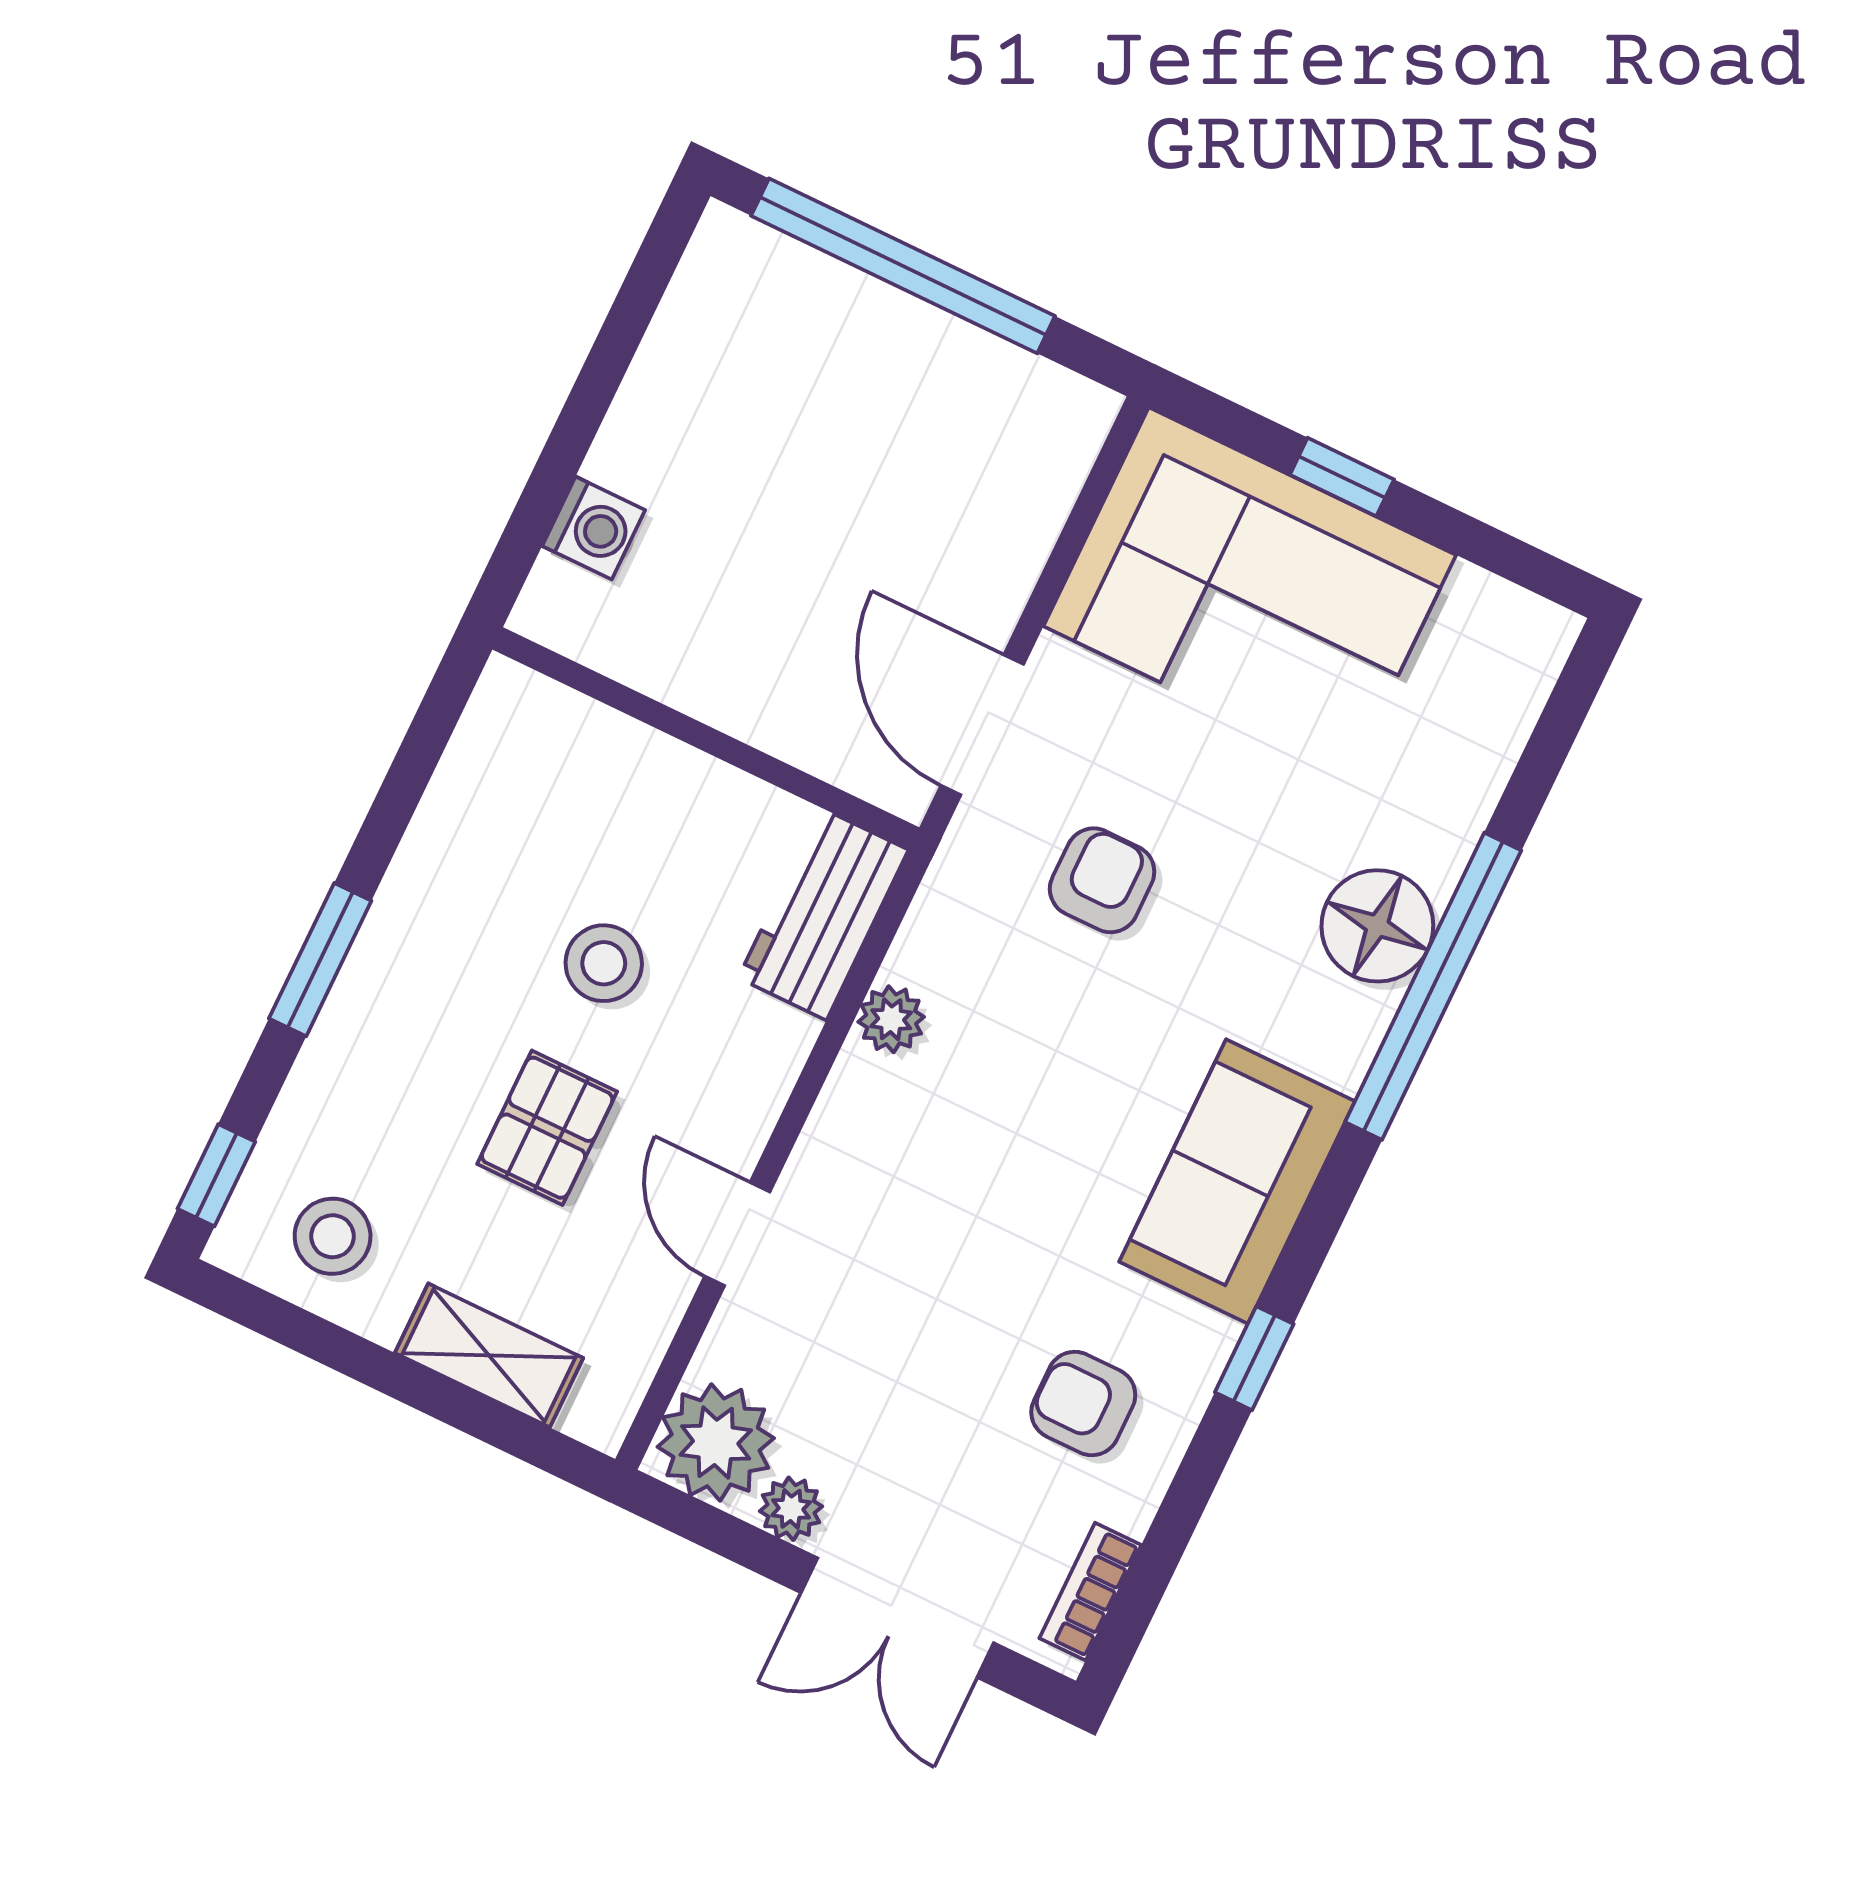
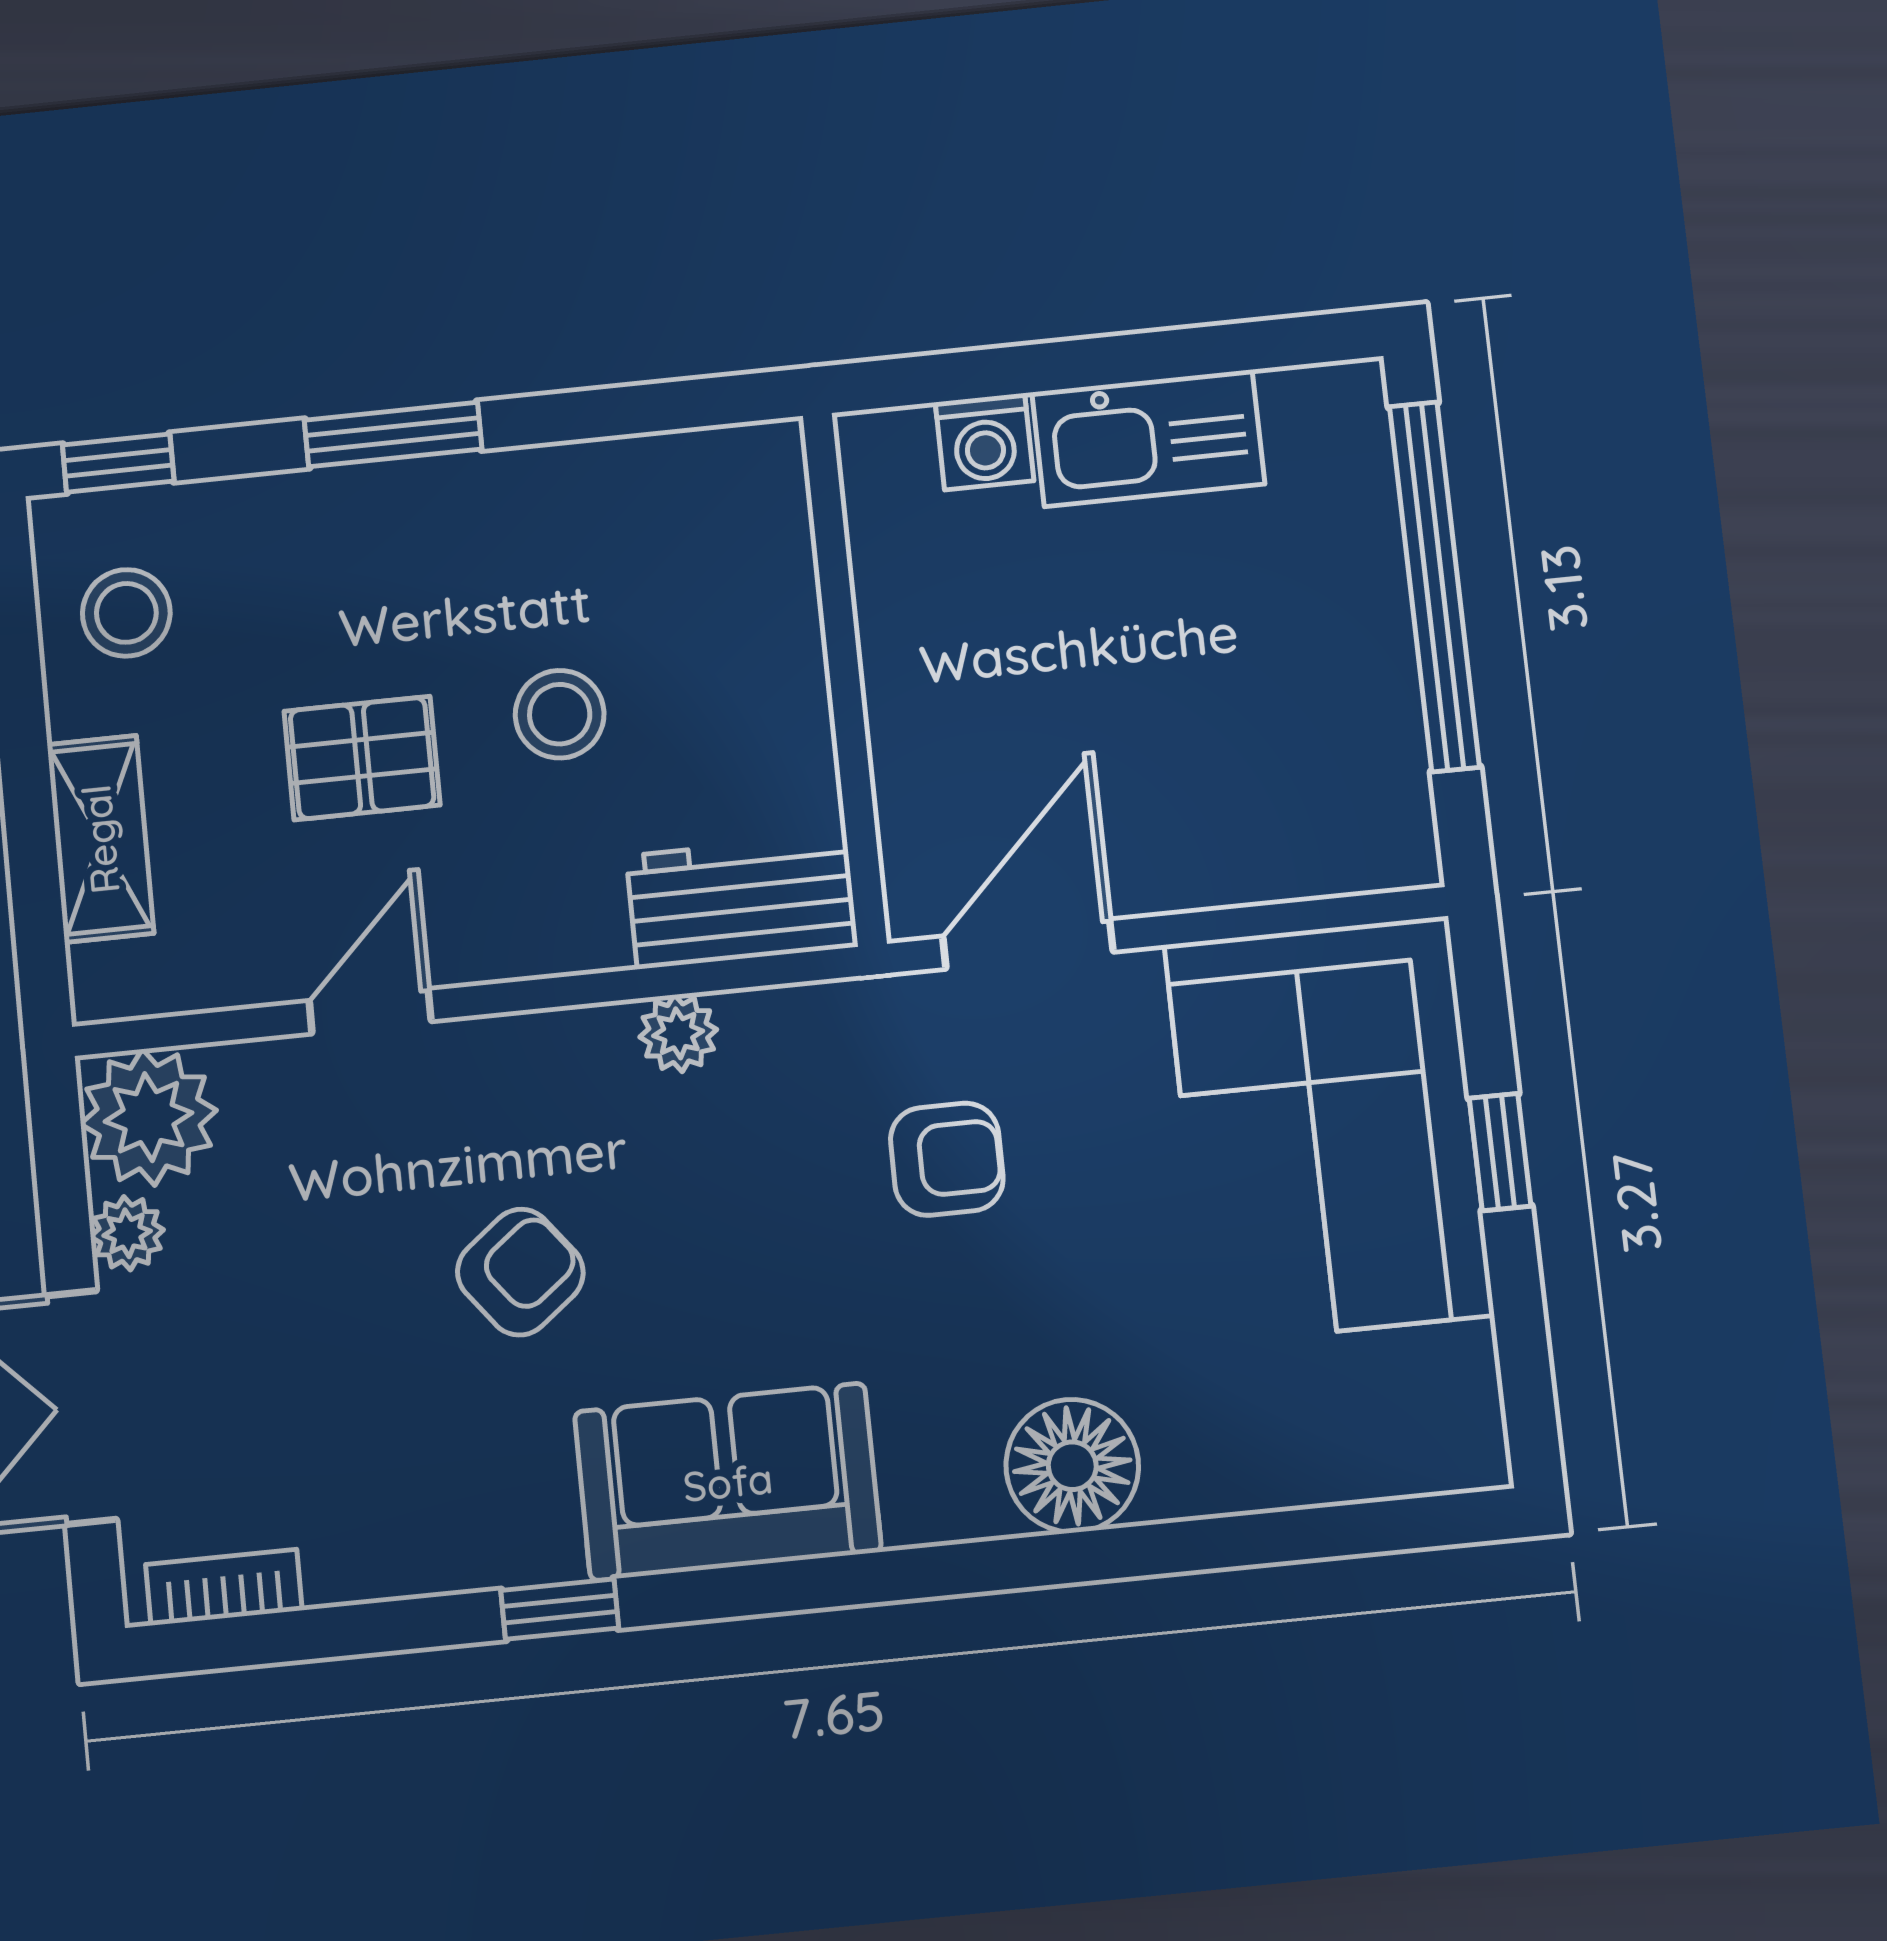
kitchen sink: (665, 406) -> (1148, 438), added
window: (1433, 986) -> (1046, 1560), removed
armchair: (1083, 1403) -> (520, 1272), moved, turned 52

